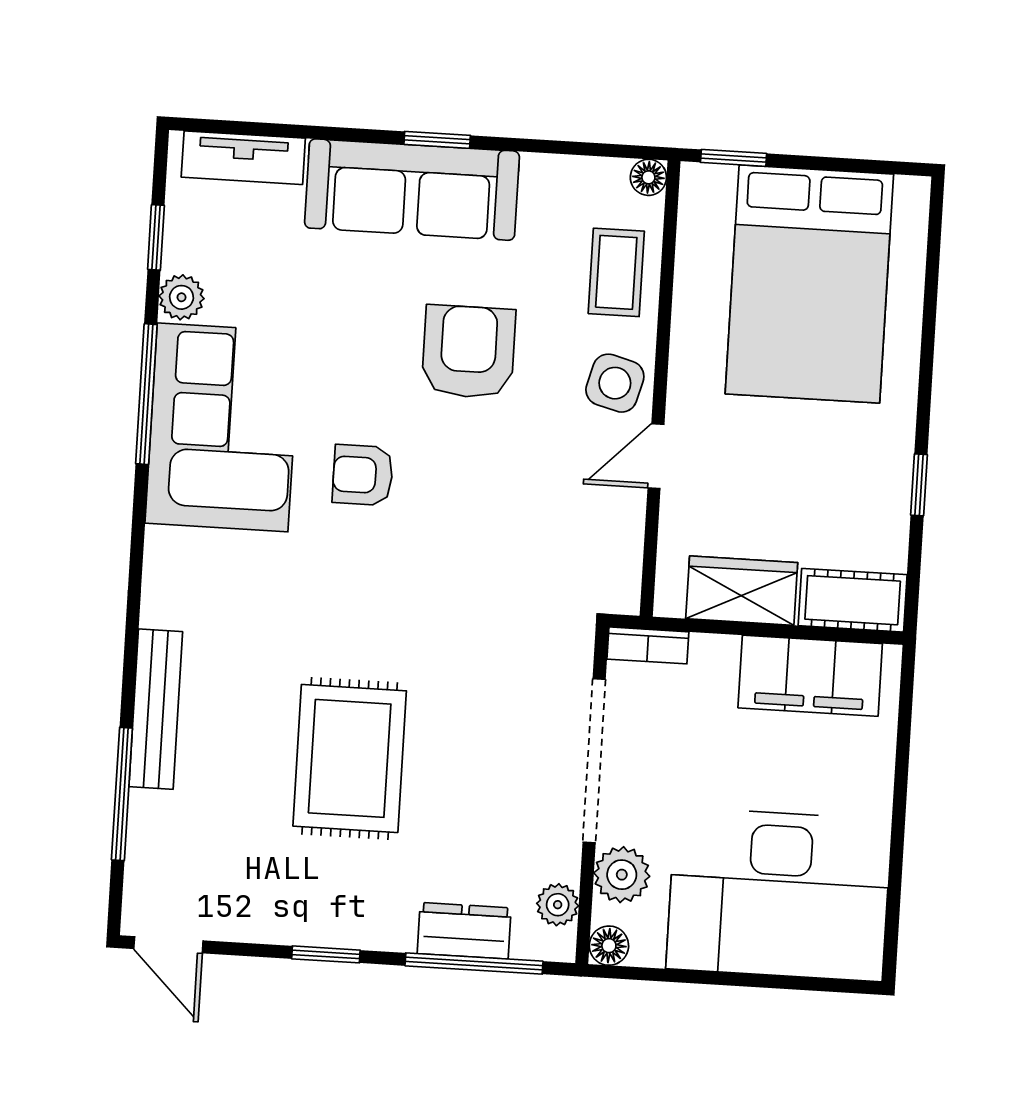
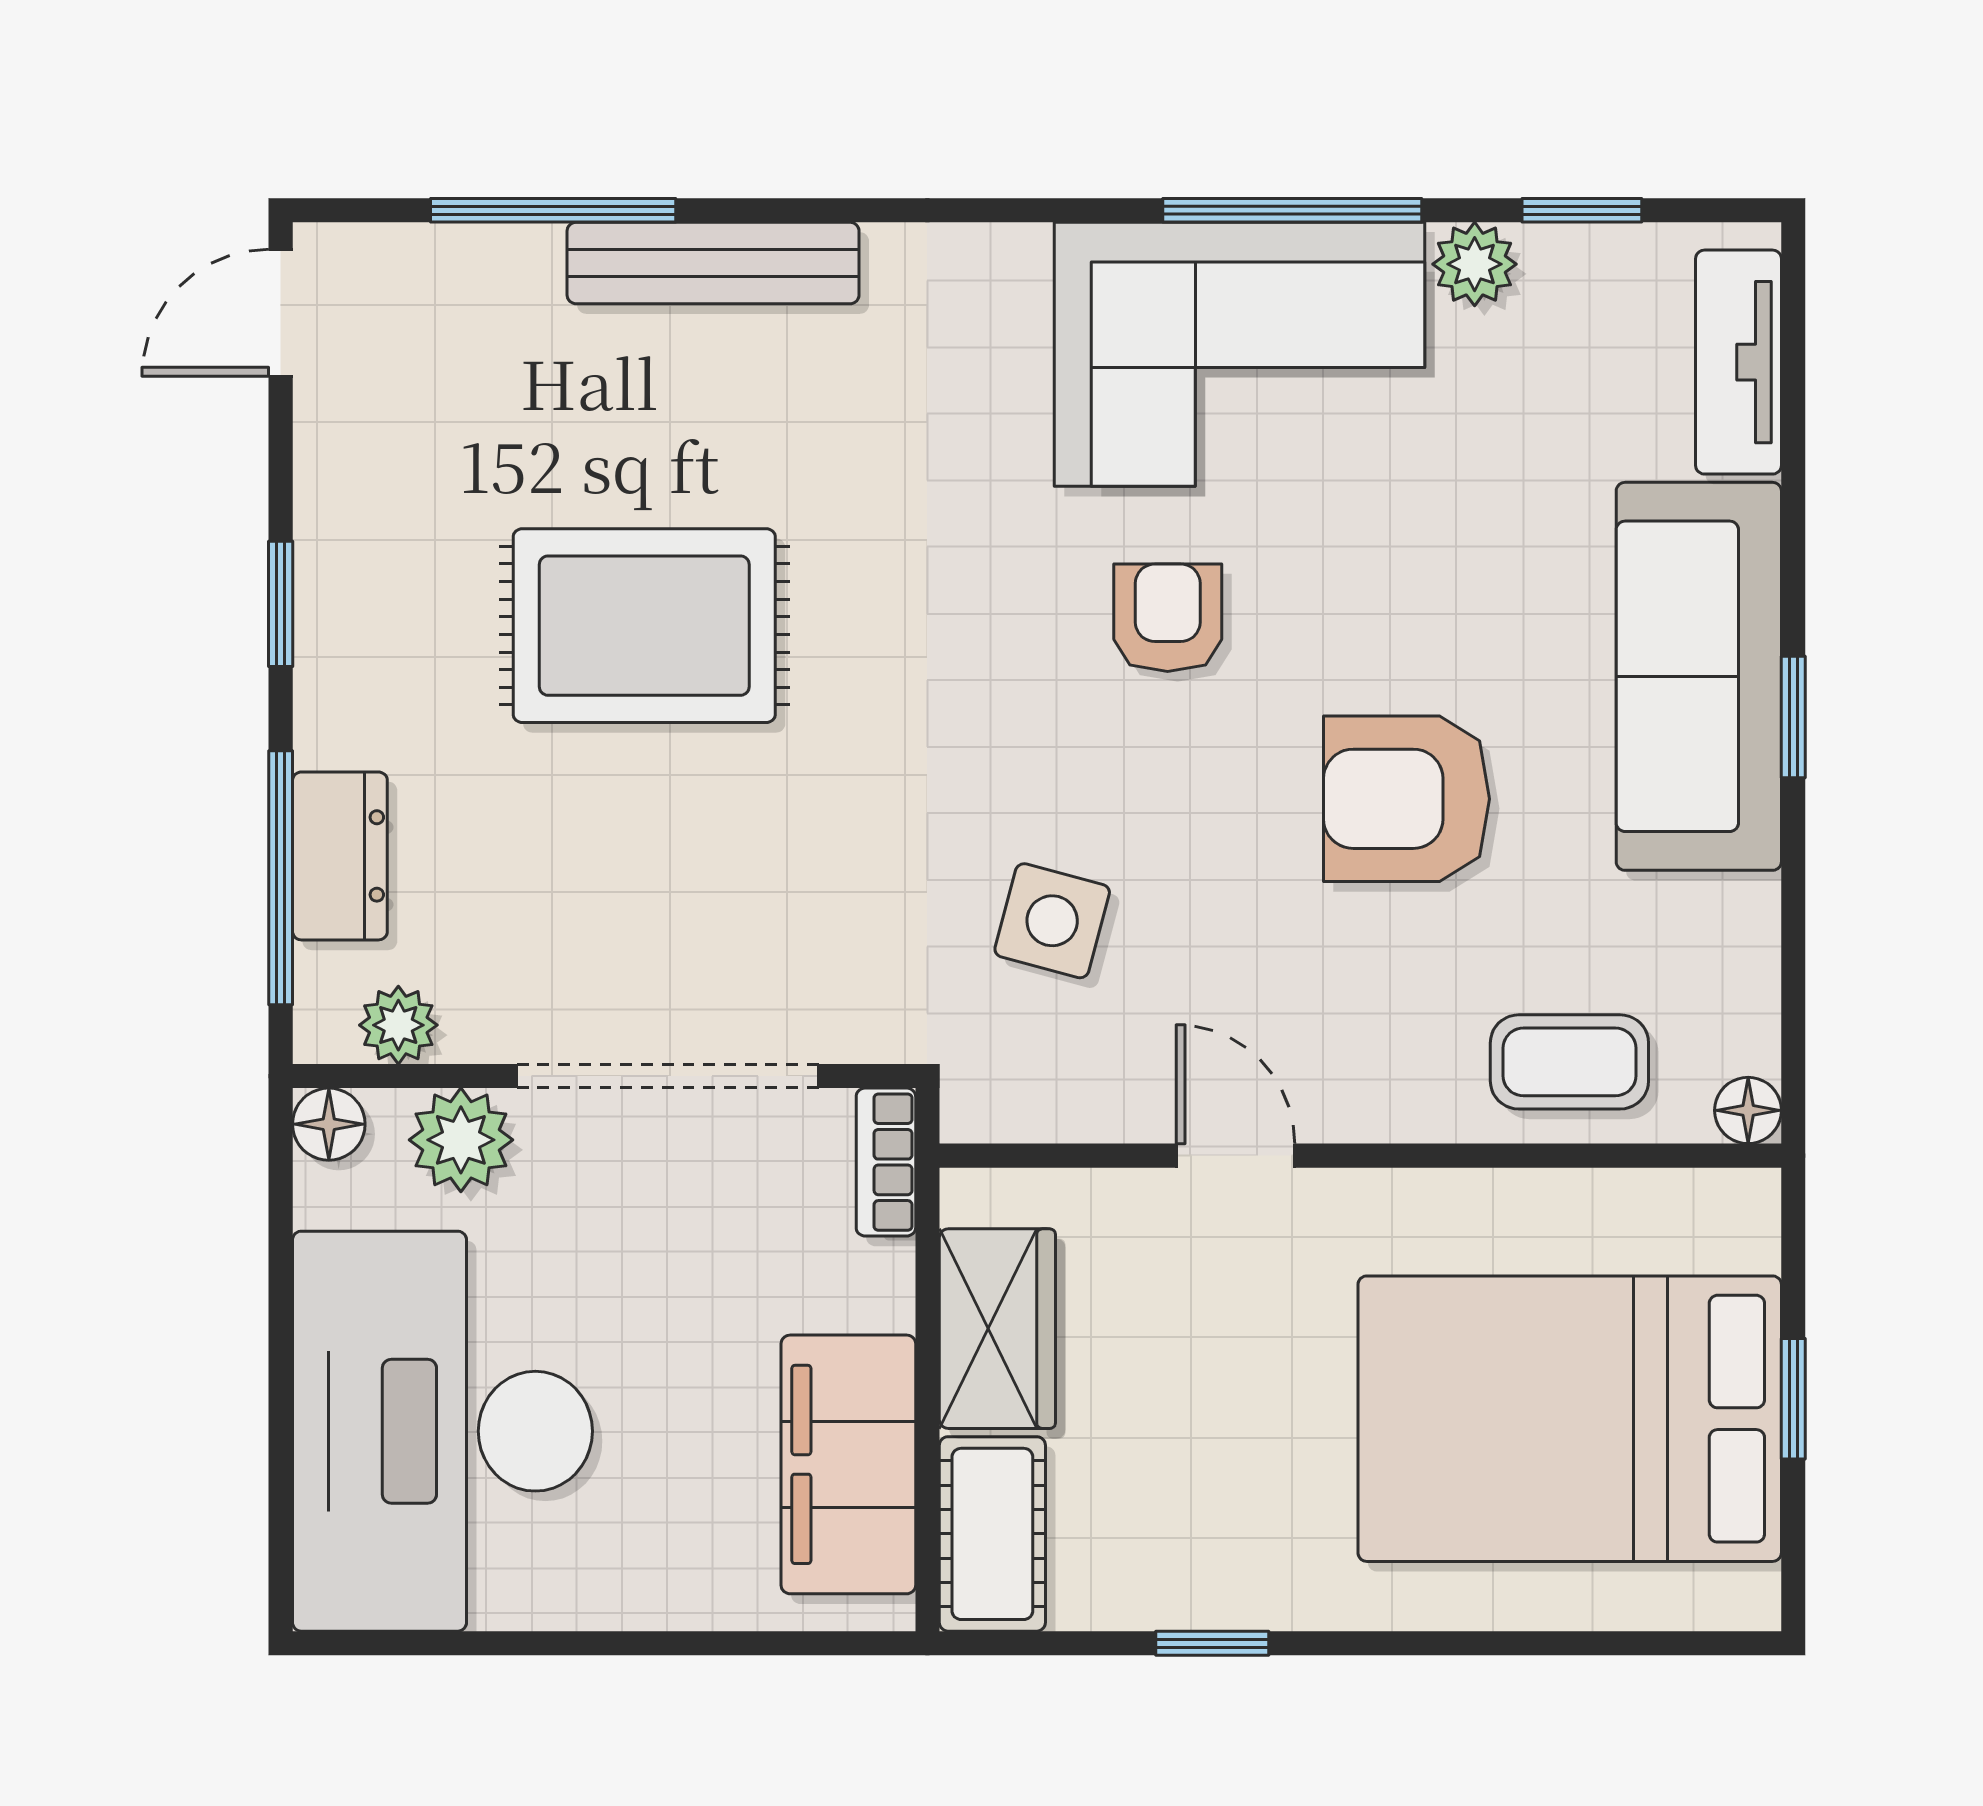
window: (734, 158) -> (1793, 1399), moved
armchair: (469, 352) -> (1406, 799), turned 180
side table: (615, 383) -> (1052, 921), moved

